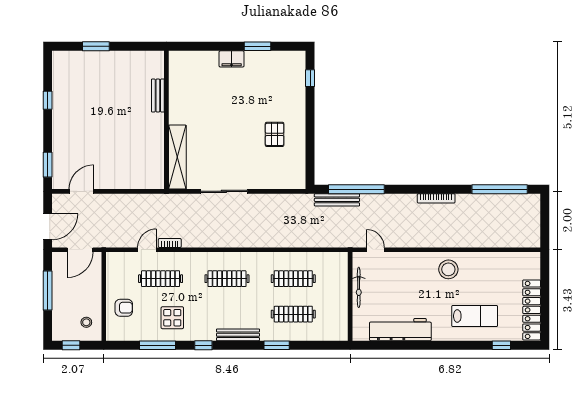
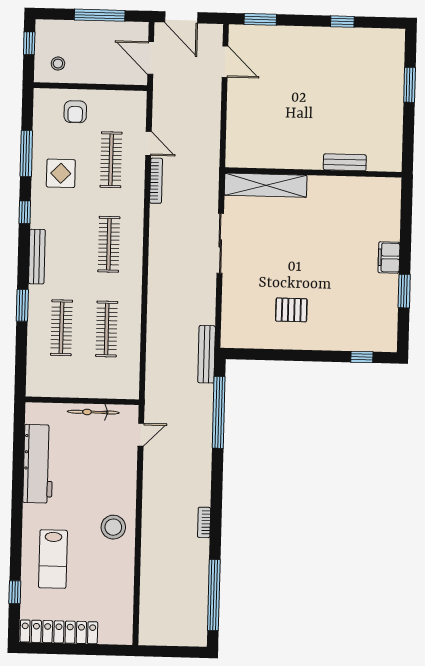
bookcase: (436, 198) -> (204, 522), width x0.64
bench: (337, 200) -> (207, 354), moved
bookcase: (170, 243) -> (156, 181), width x1.56

